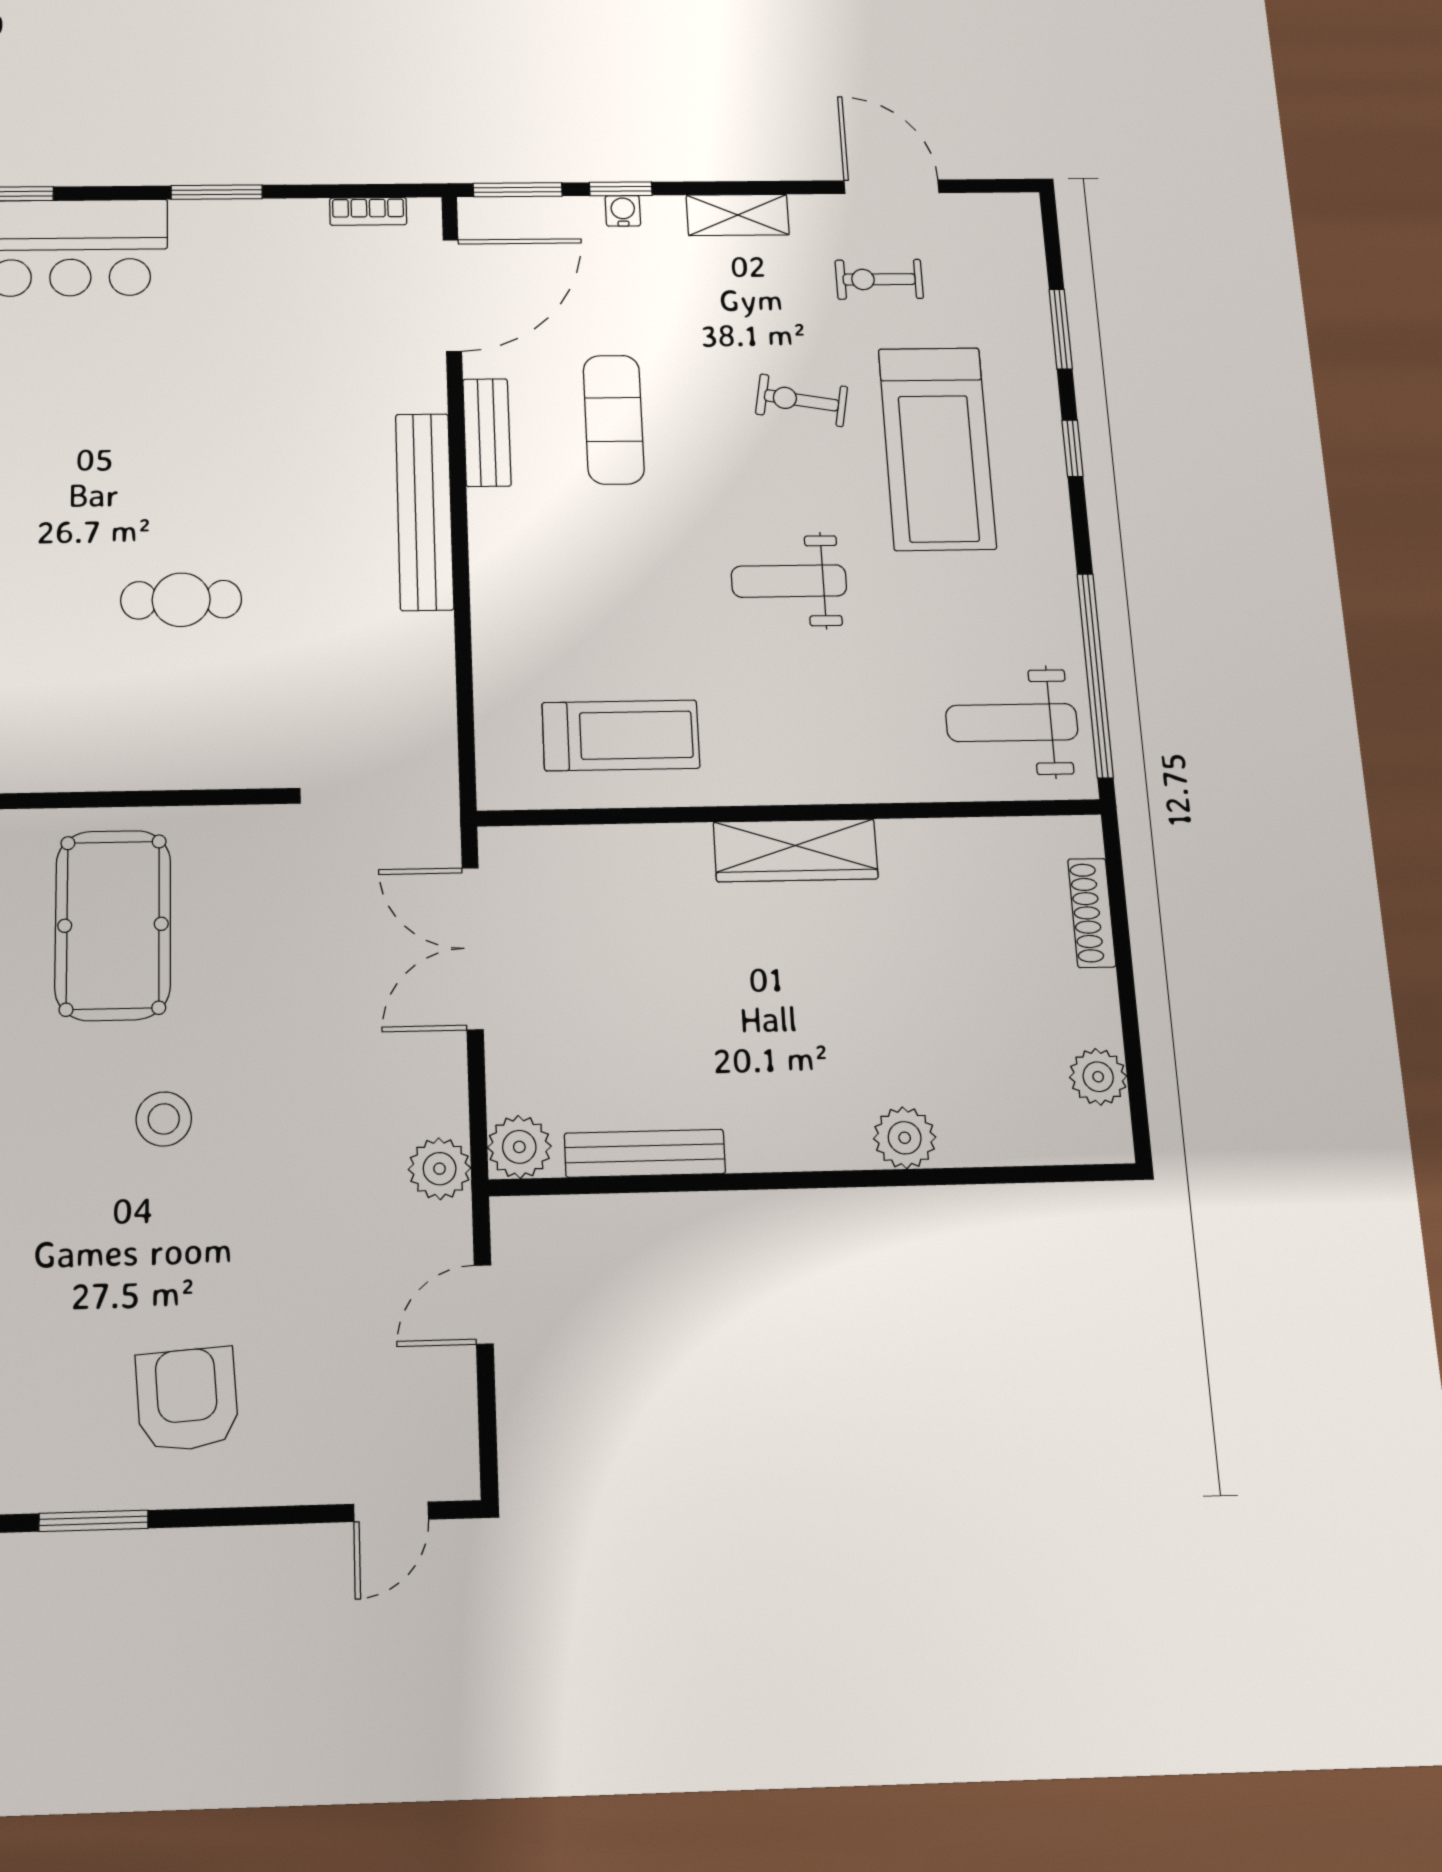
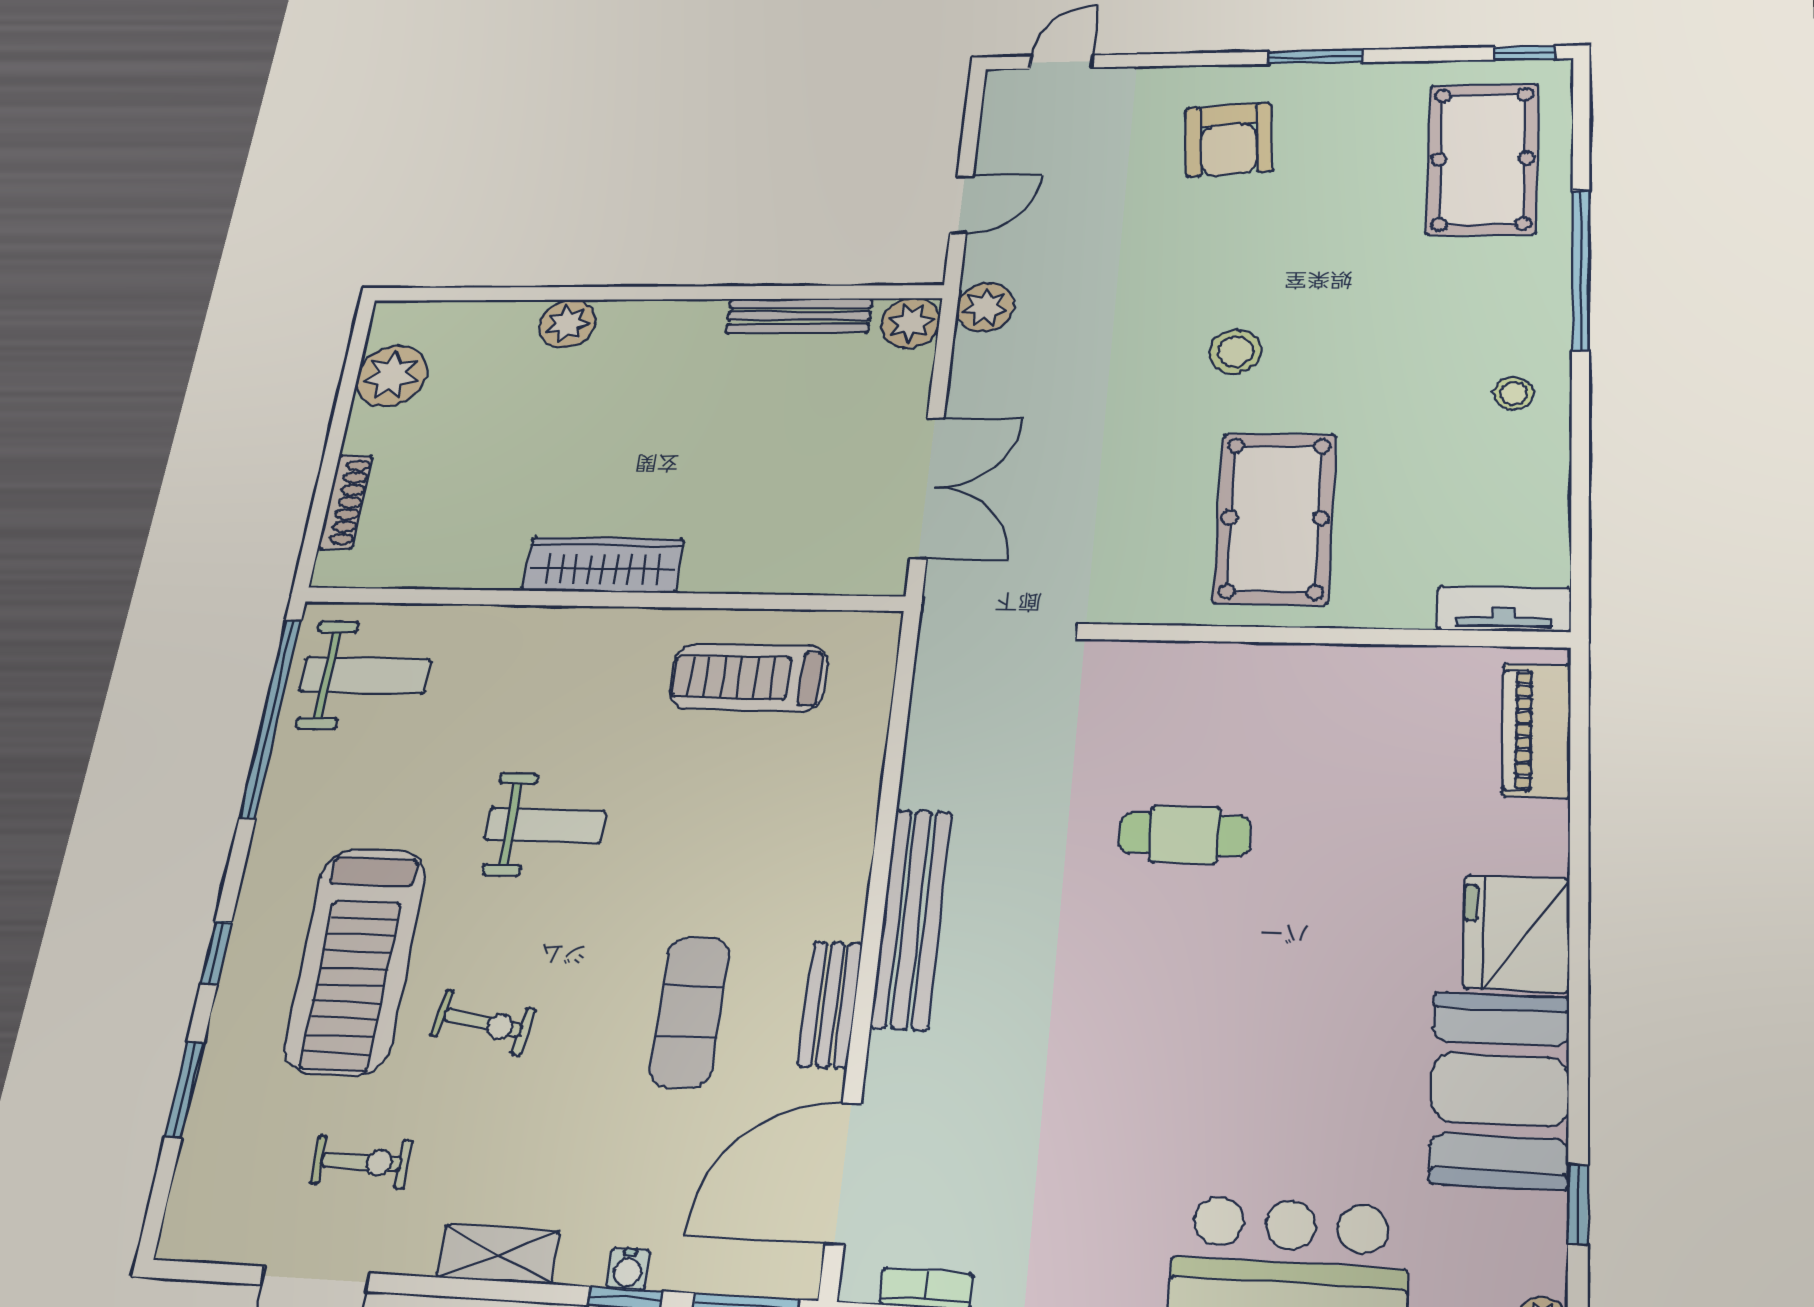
treadmill: (937, 448) -> (355, 960), turned 180
plant: (1098, 1077) -> (392, 376), width x1.36, depth x1.36

